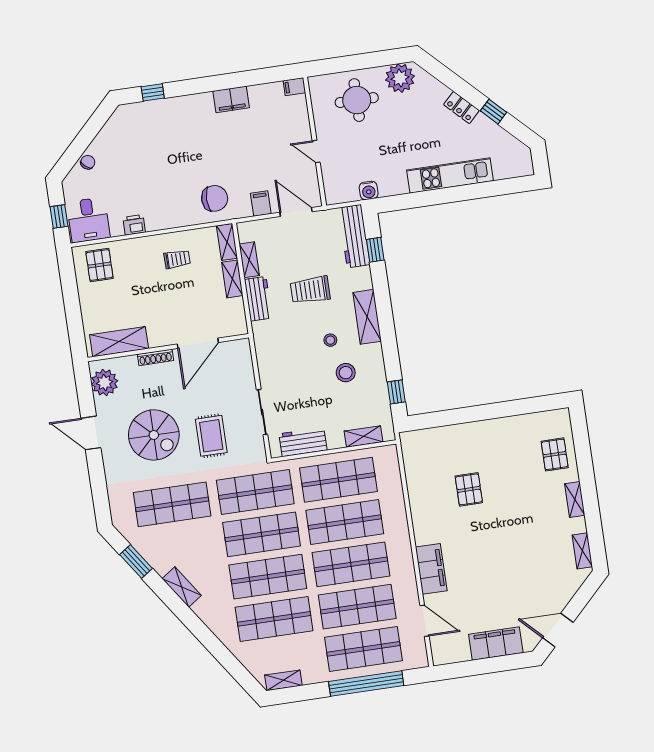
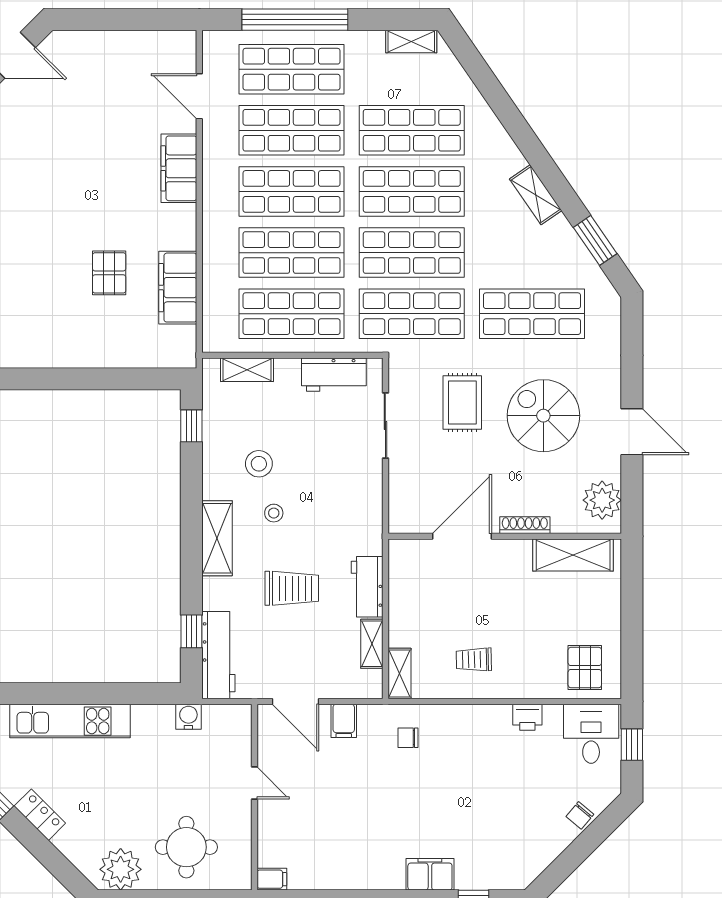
filing cabinet: (231, 99) -> (430, 874), moved
chair: (215, 198) -> (408, 738), width x0.54, depth x0.54
shelving: (232, 279) -> (400, 620), removed
filing cabinet: (496, 644) -> (178, 288), moved, turned 90

